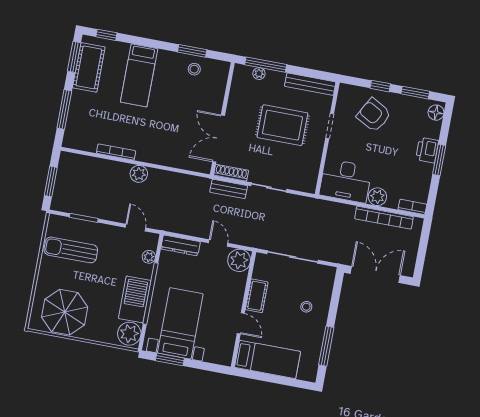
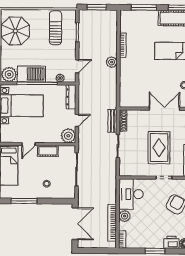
double door: (219, 139) -> (164, 109), moved
printer: (427, 150) -> (171, 242), moved

